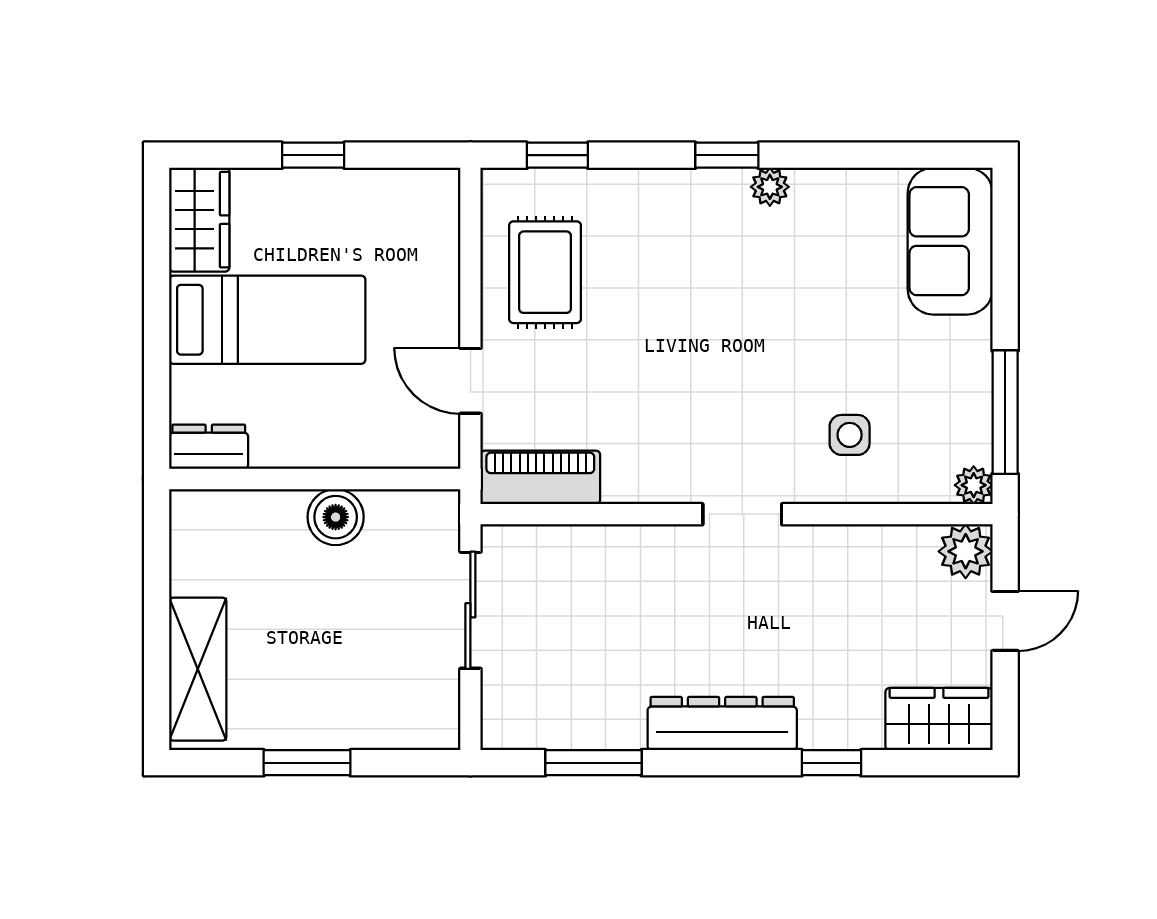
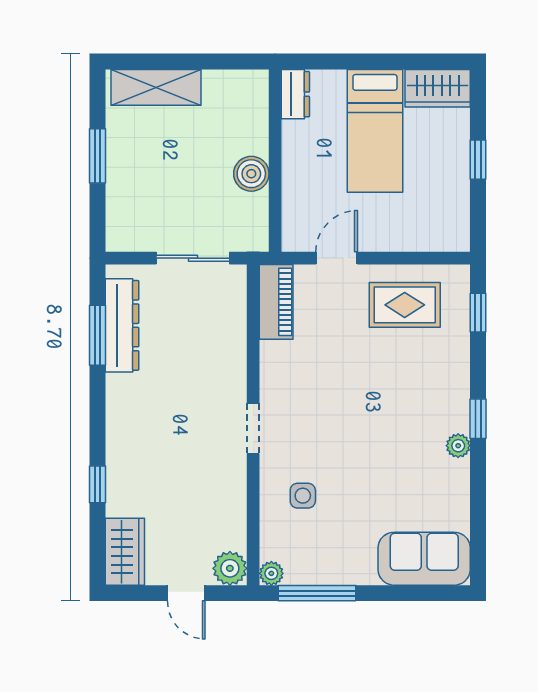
dresser: (722, 724) -> (122, 325), moved

